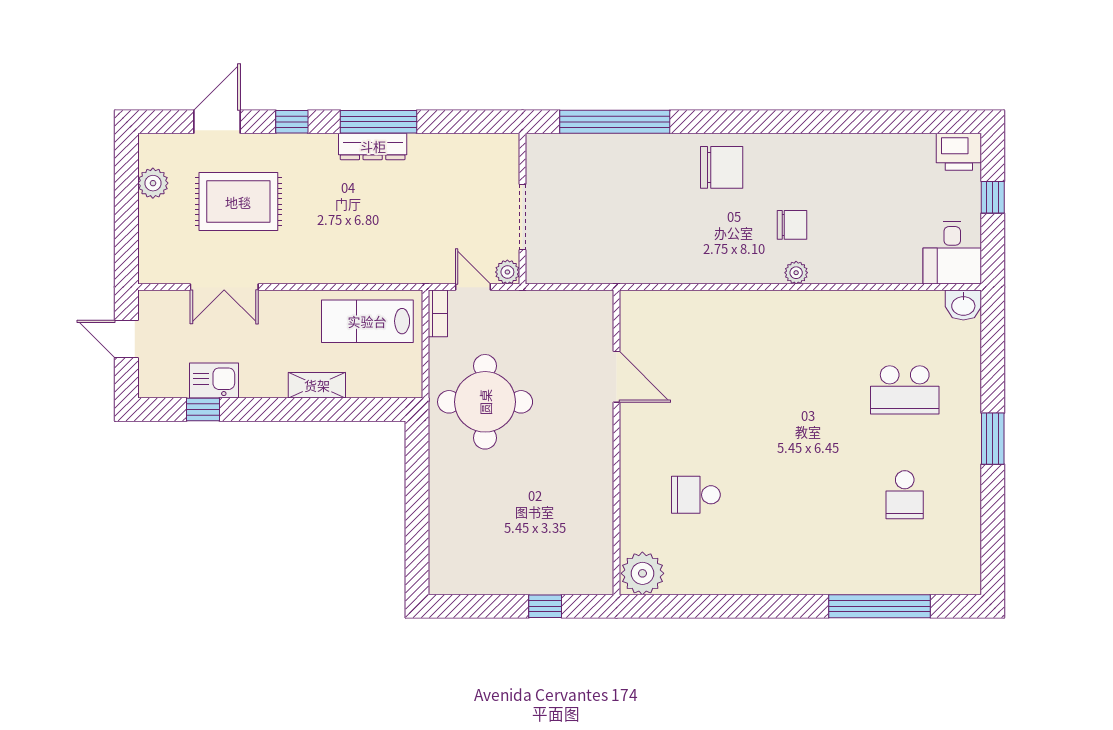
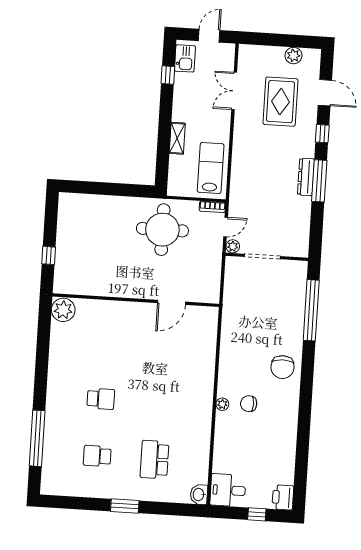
chair: (792, 225) -> (249, 404), turned 90
kitchen sink: (214, 380) -> (185, 58), moved
school desk: (696, 495) -> (101, 399), moved, turned 90

